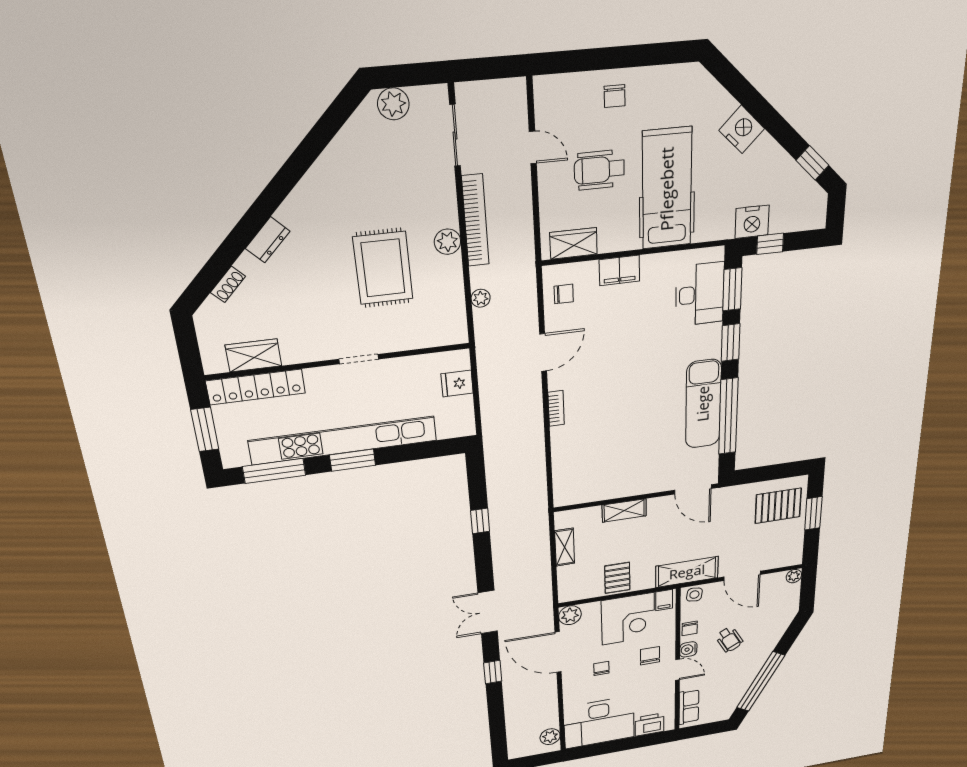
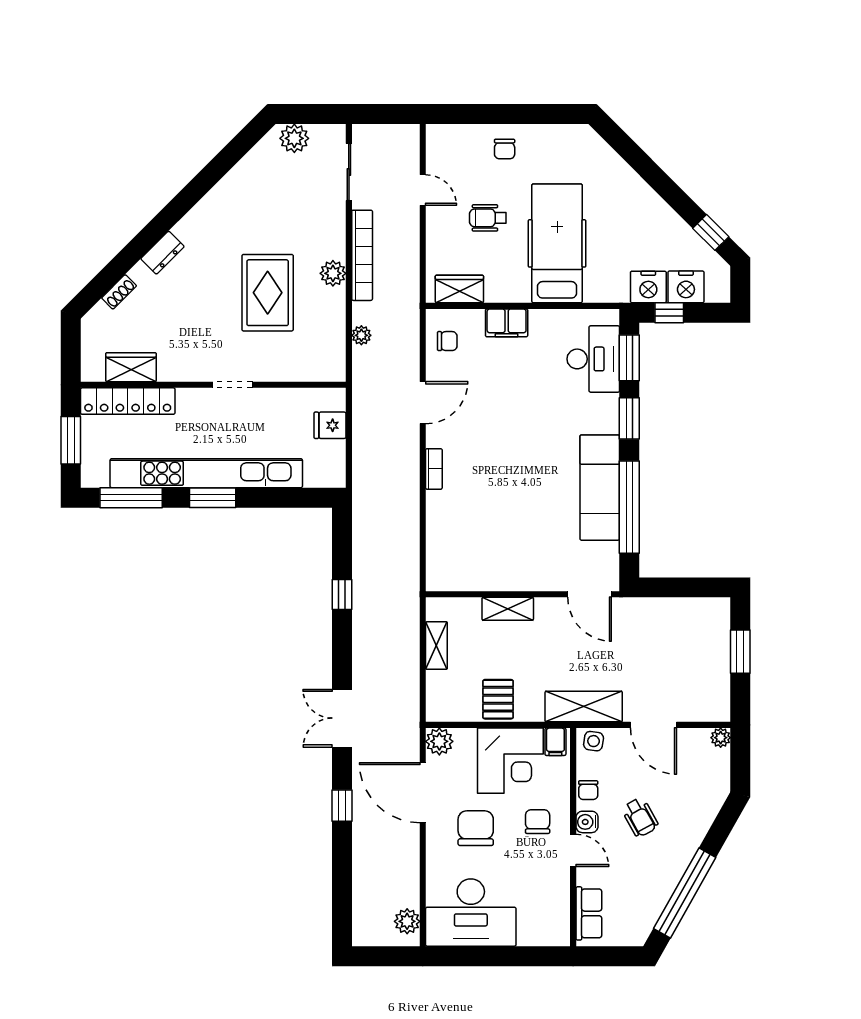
nightstand: (742, 129) -> (686, 287), moved, turned 135
wheelchair: (599, 170) -> (488, 218), width x0.73, depth x0.73
pallet: (778, 506) -> (695, 634), removed
chair: (601, 668) -> (476, 828), width x1.87, depth x1.87
printer: (650, 725) -> (537, 931), removed

